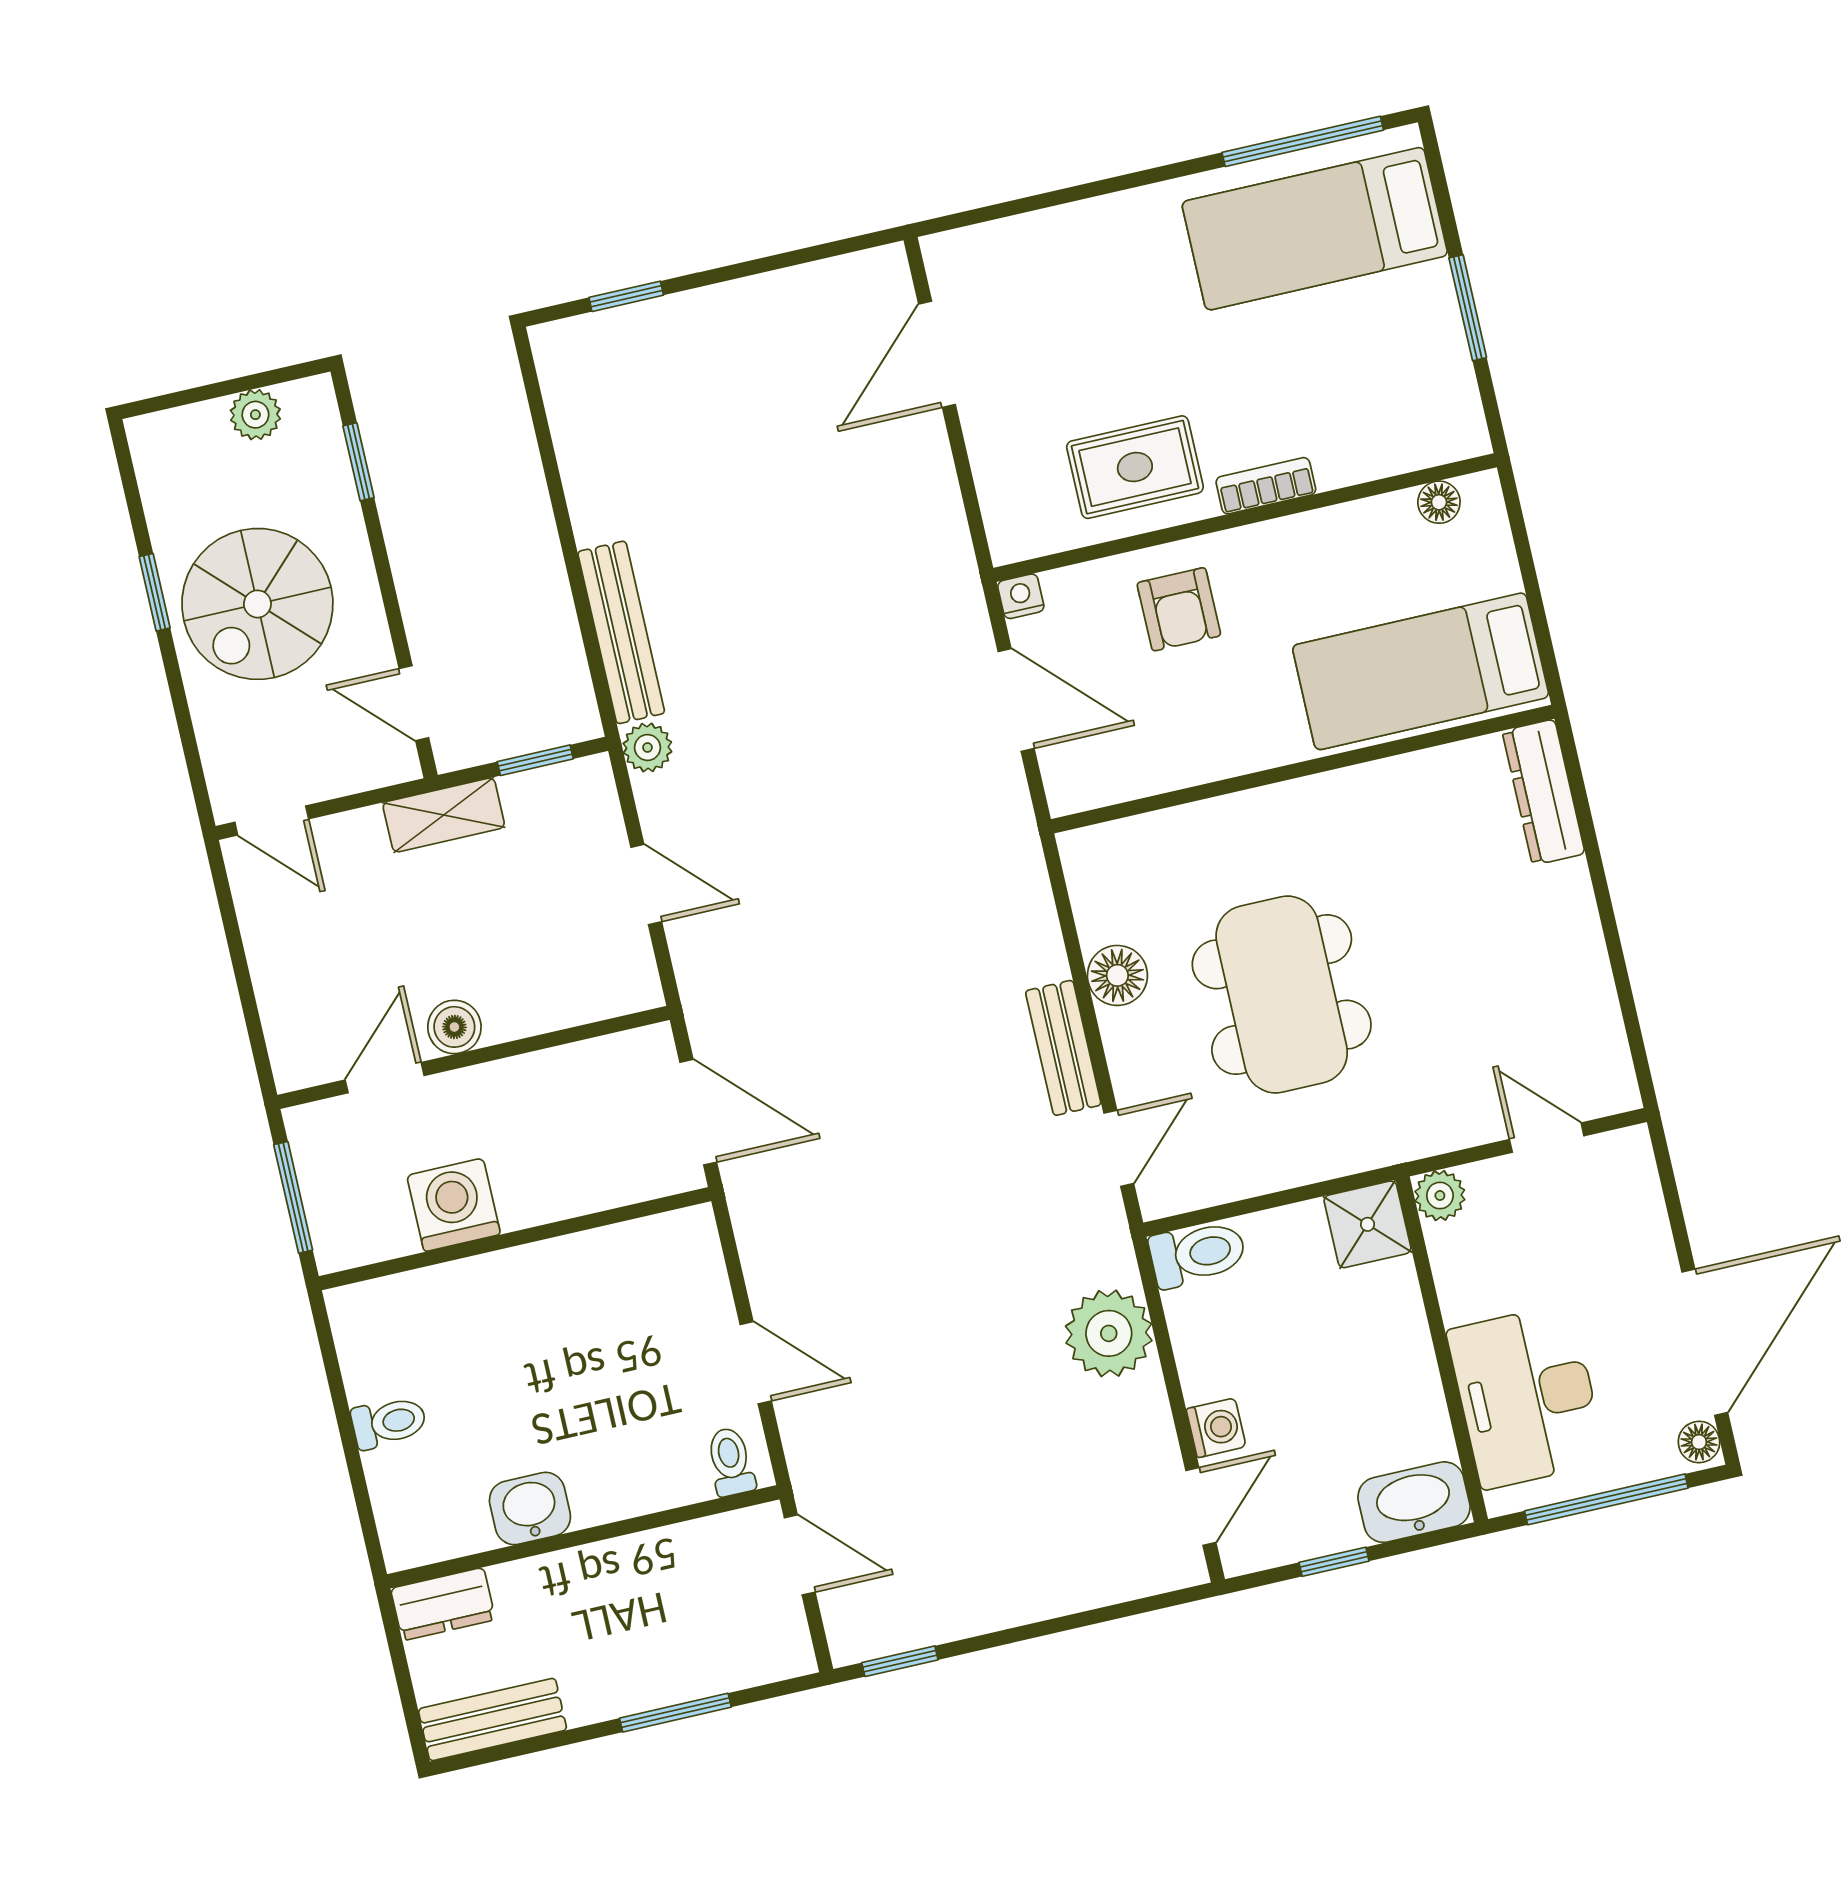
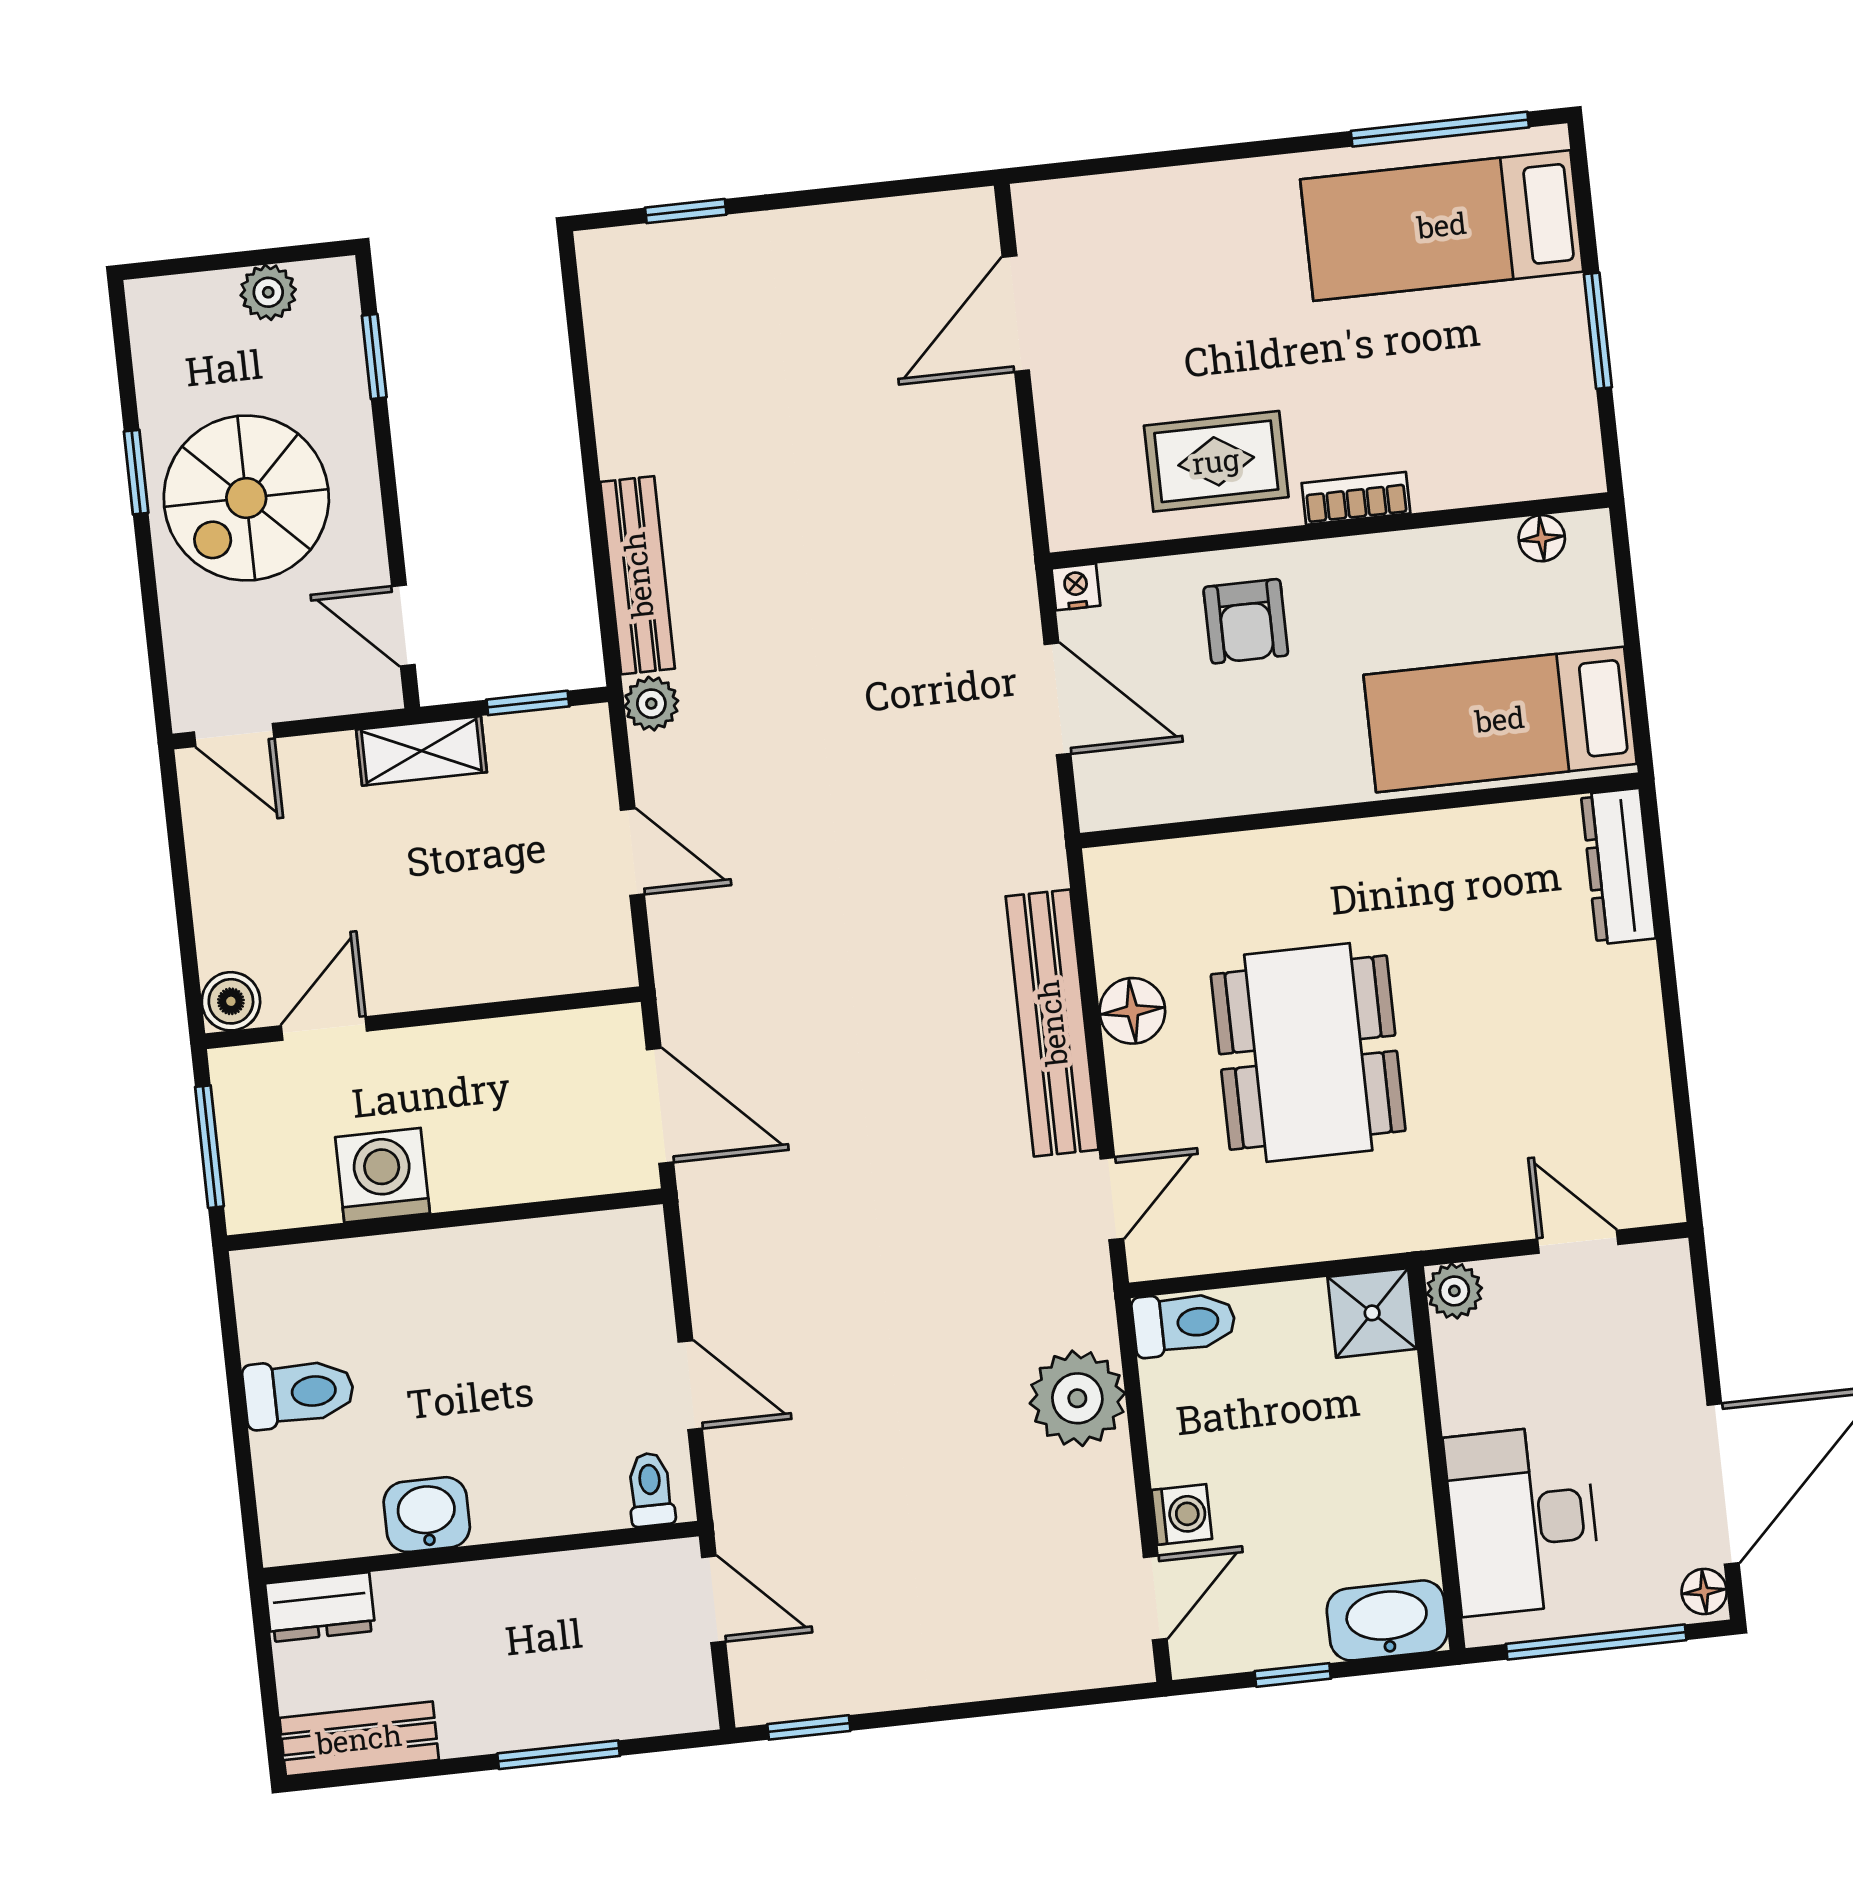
boiler: (454, 1027) -> (231, 1001), moved
bench: (1063, 1048) -> (1052, 1023), width x1.86, depth x1.21
toilet: (389, 1422) -> (299, 1393), width x1.37, depth x1.39

